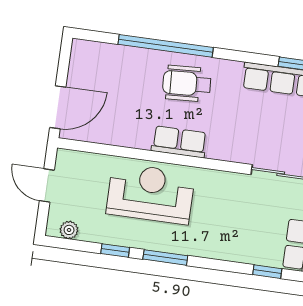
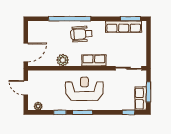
plant: (138, 135) -> (63, 60), added
row of seats: (179, 142) -> (94, 60), moved
reception desk: (151, 194) -> (84, 89), moved

